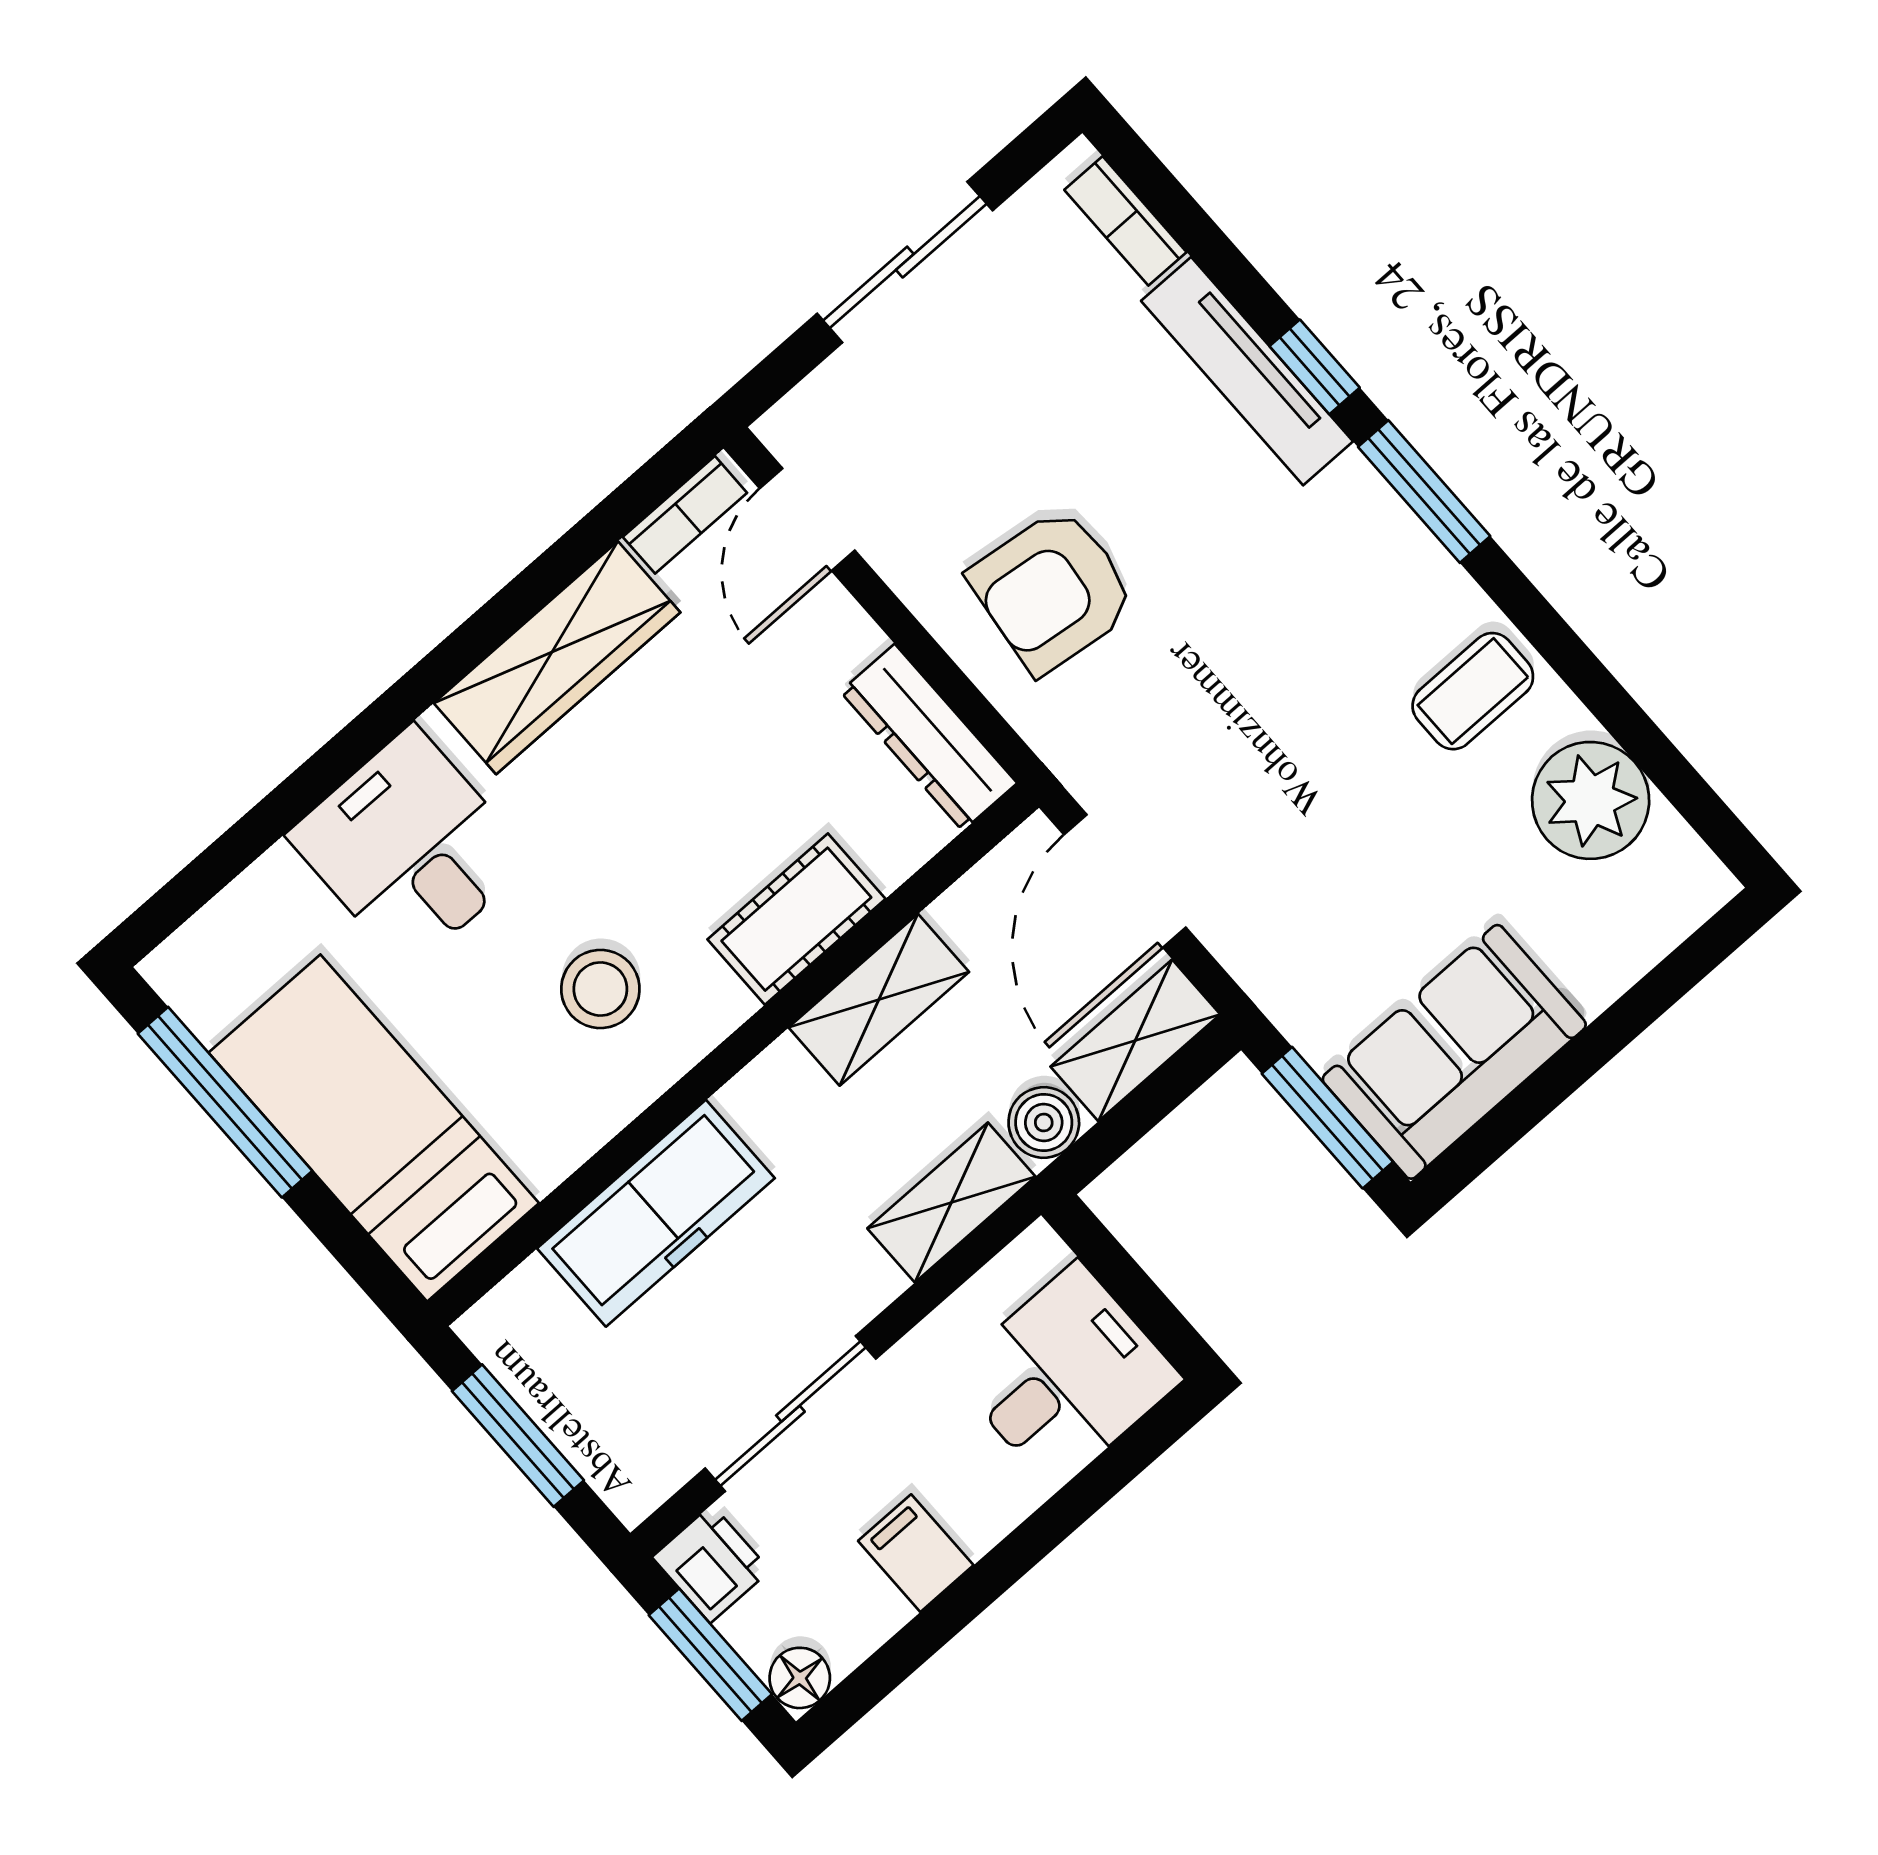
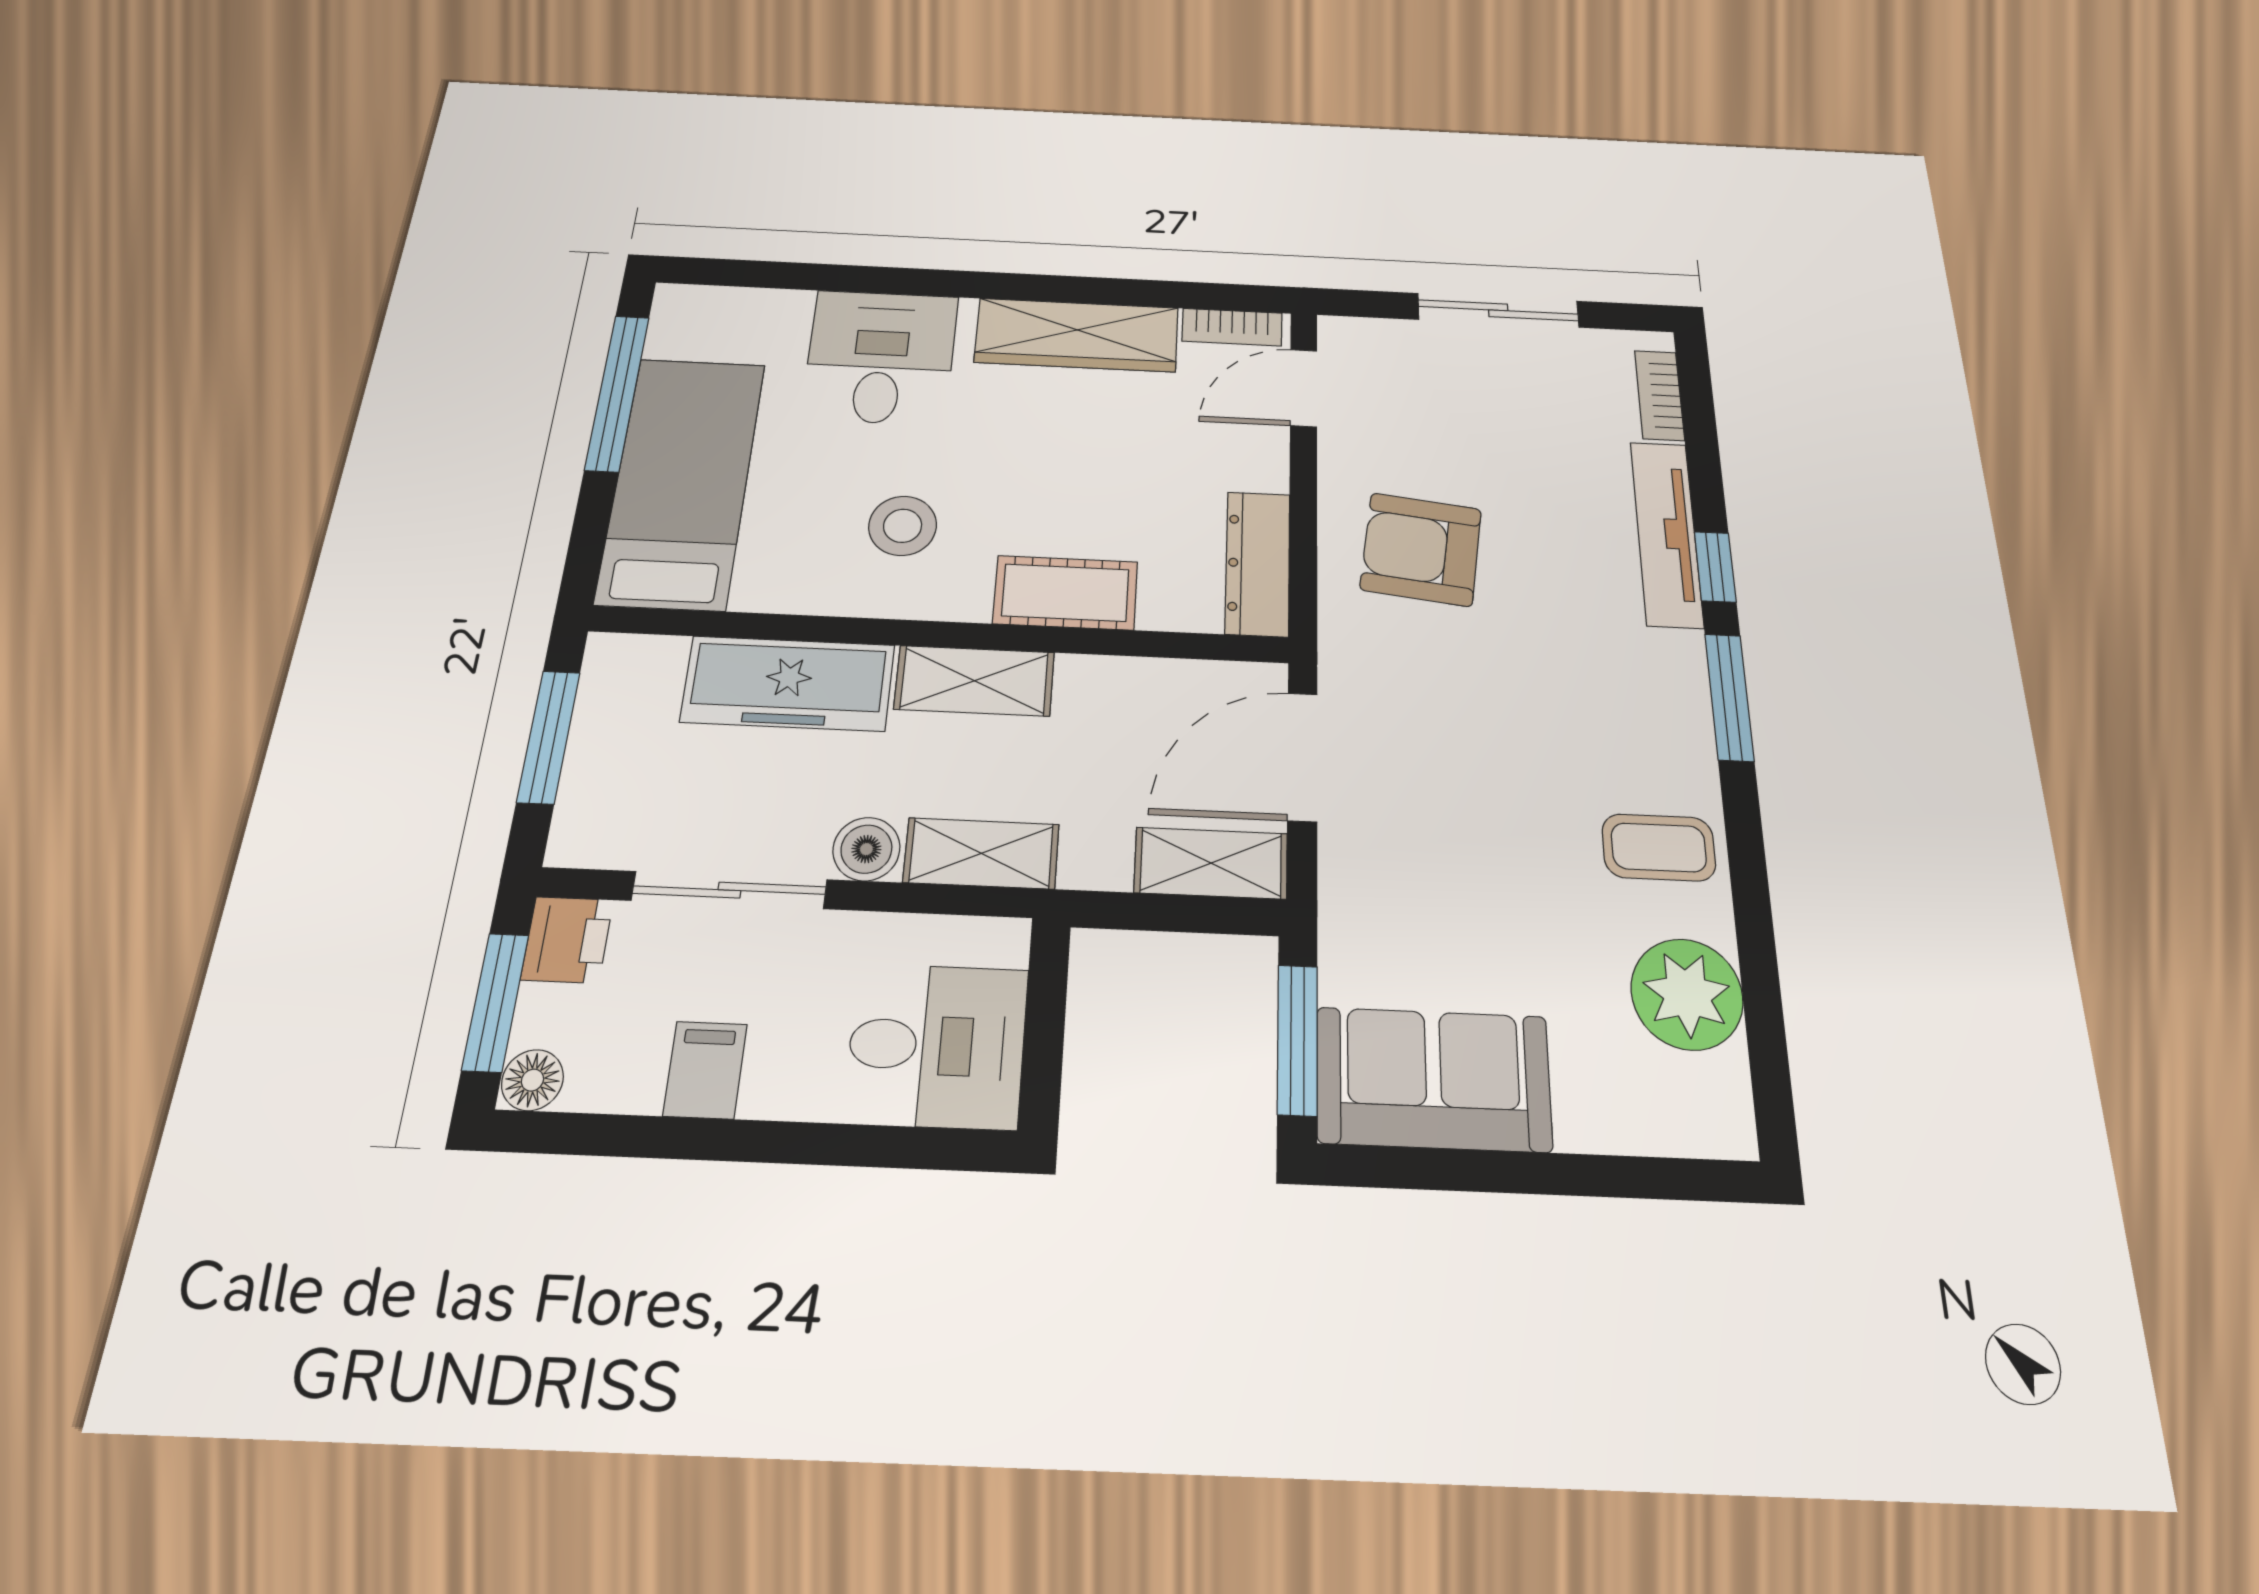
shelving: (879, 1000) -> (974, 681), moved
boiler: (1044, 1122) -> (866, 849), moved

